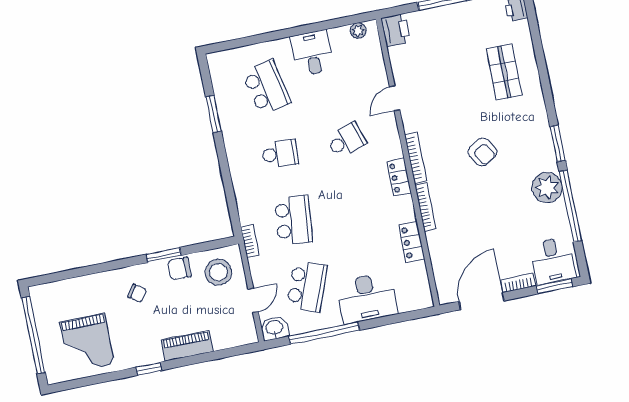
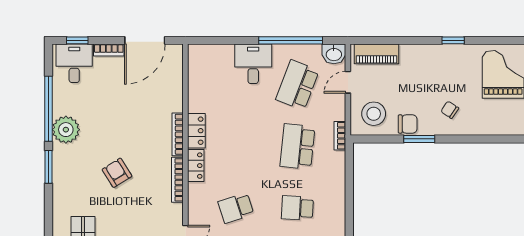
locker: (412, 242) -> (196, 131), moved
window: (554, 286) -> (77, 40), width x0.67
desk: (367, 298) -> (253, 64), width x0.73
piano: (187, 346) -> (377, 54), moved

